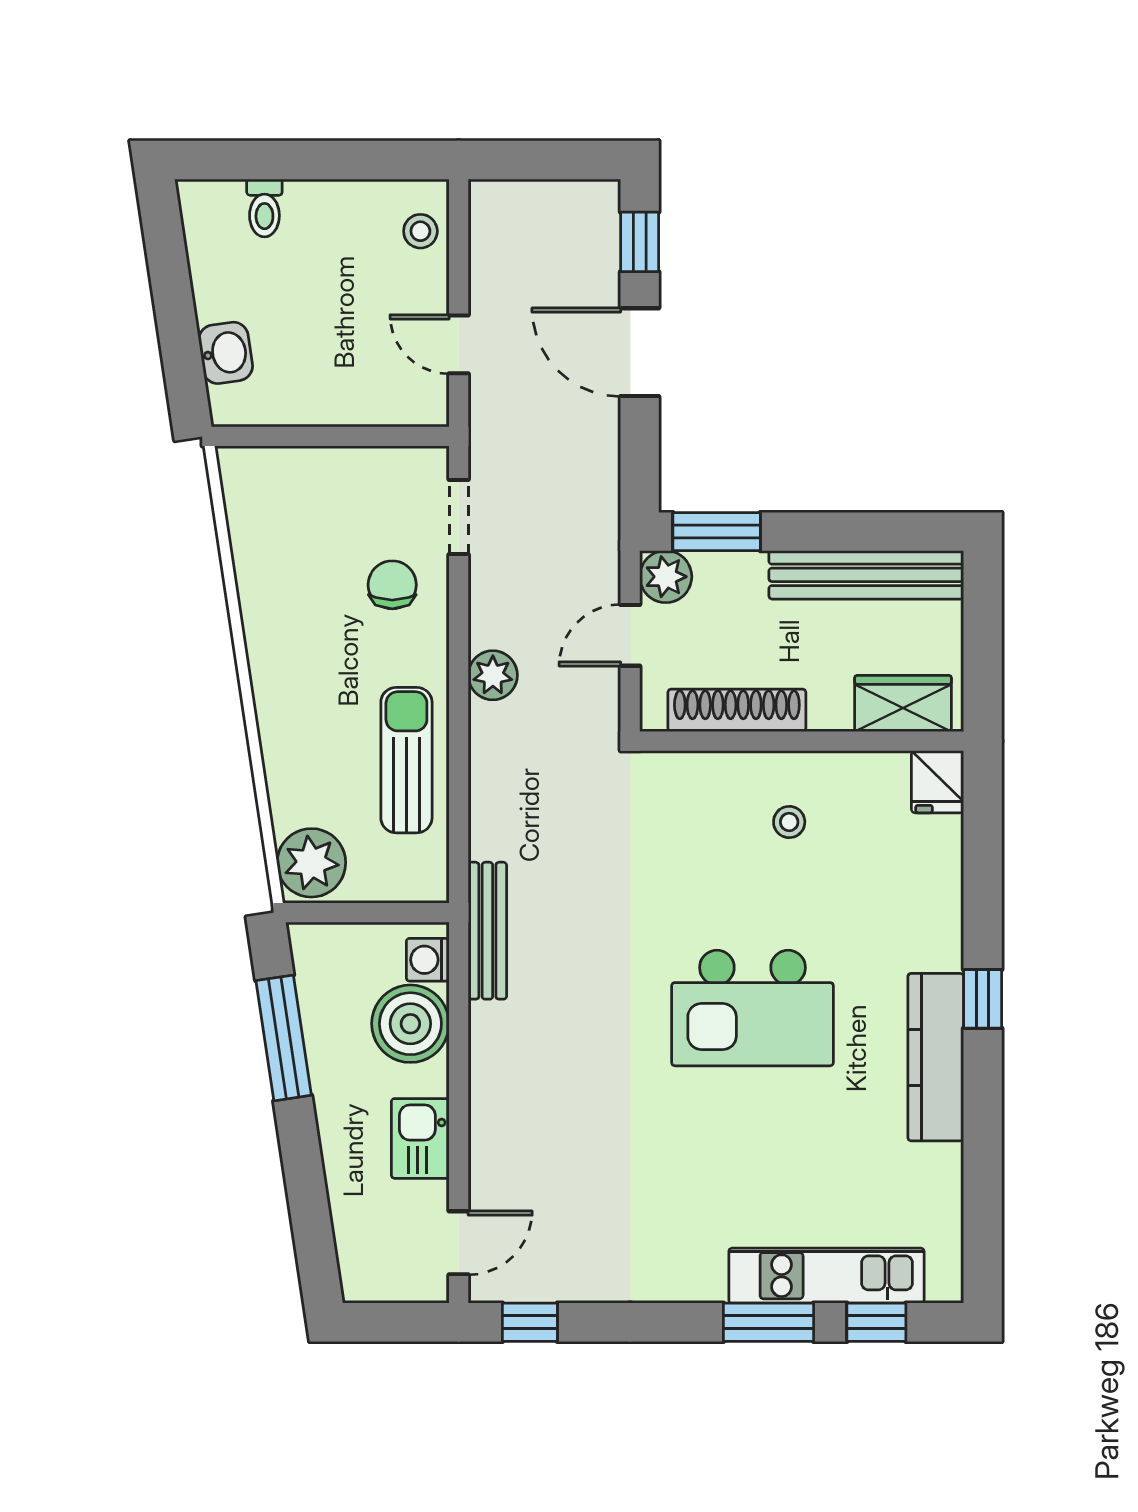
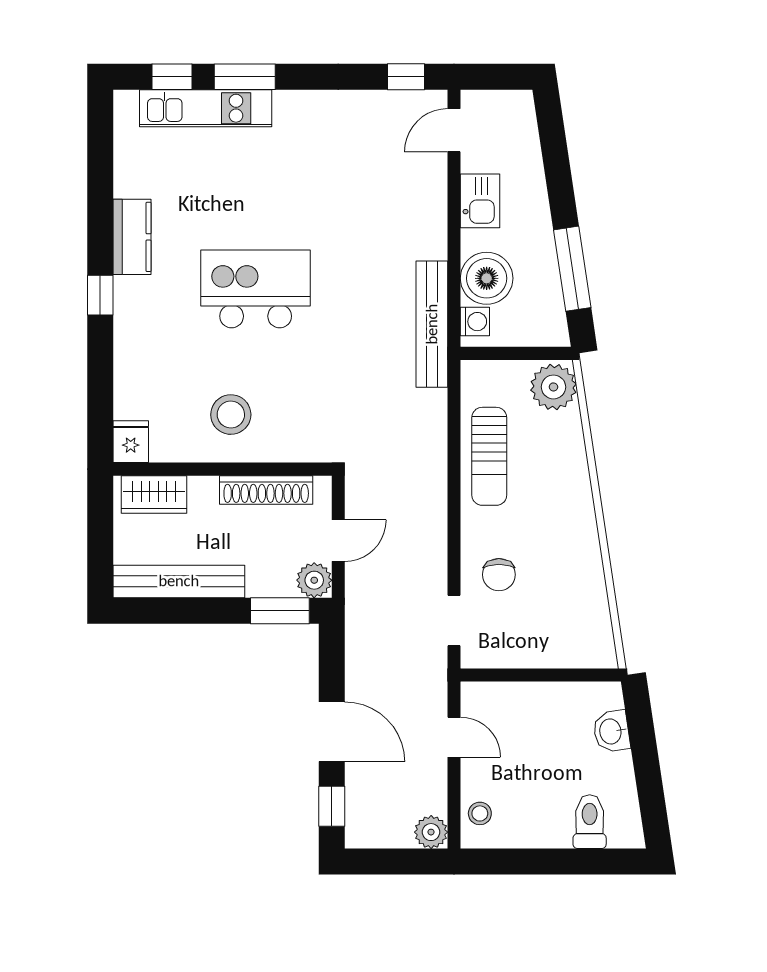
toilet: (264, 208) -> (590, 822), width x1.37, depth x1.39
plant: (493, 675) -> (431, 832), moved
stool: (789, 822) -> (231, 415), width x1.89, depth x1.89
bench: (487, 931) -> (432, 324), width x1.37, depth x1.21
kitchen counter: (936, 1057) -> (132, 237), width x0.67

